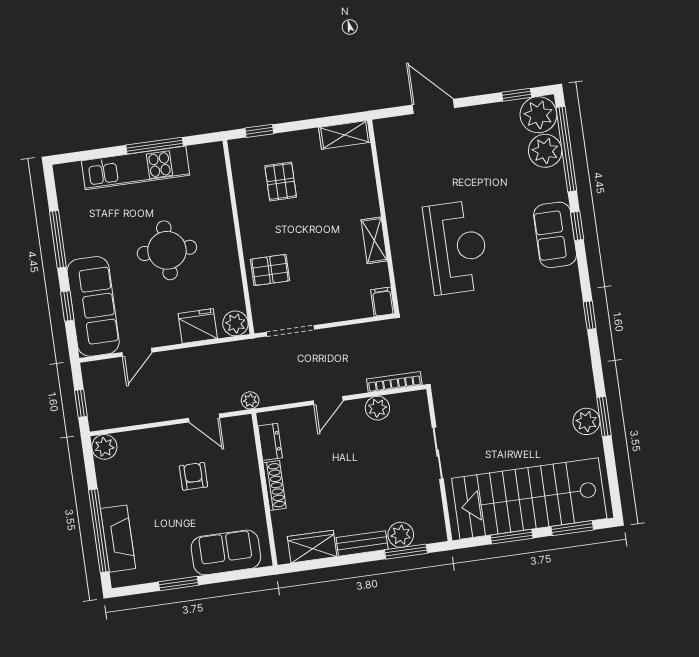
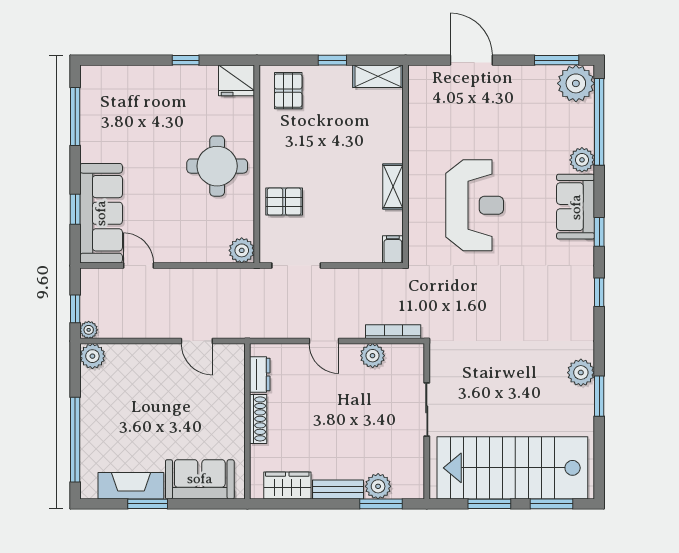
window: (517, 95) -> (557, 60), width x1.50
window: (259, 131) -> (332, 60), moved
window: (155, 146) -> (186, 60), width x0.46
plant: (545, 151) -> (582, 160), moved, width x0.73, depth x0.73
kitchen unit: (136, 168) -> (163, 80), removed
pallet: (281, 181) -> (288, 91), moved
window: (577, 226) -> (599, 232), moved
window: (58, 239) -> (75, 116), moved
round table: (167, 250) -> (217, 166), moved
fridge: (198, 326) -> (237, 80), moved, turned 180
door: (137, 352) -> (139, 266), swing flipped
plant: (250, 400) -> (89, 330), moved
door: (328, 401) -> (324, 341), hinge flipped
plant: (586, 421) -> (581, 373), moved
armchair: (193, 476) -> (178, 398), removed
fireplace: (118, 539) -> (131, 486), moved, turned -90

